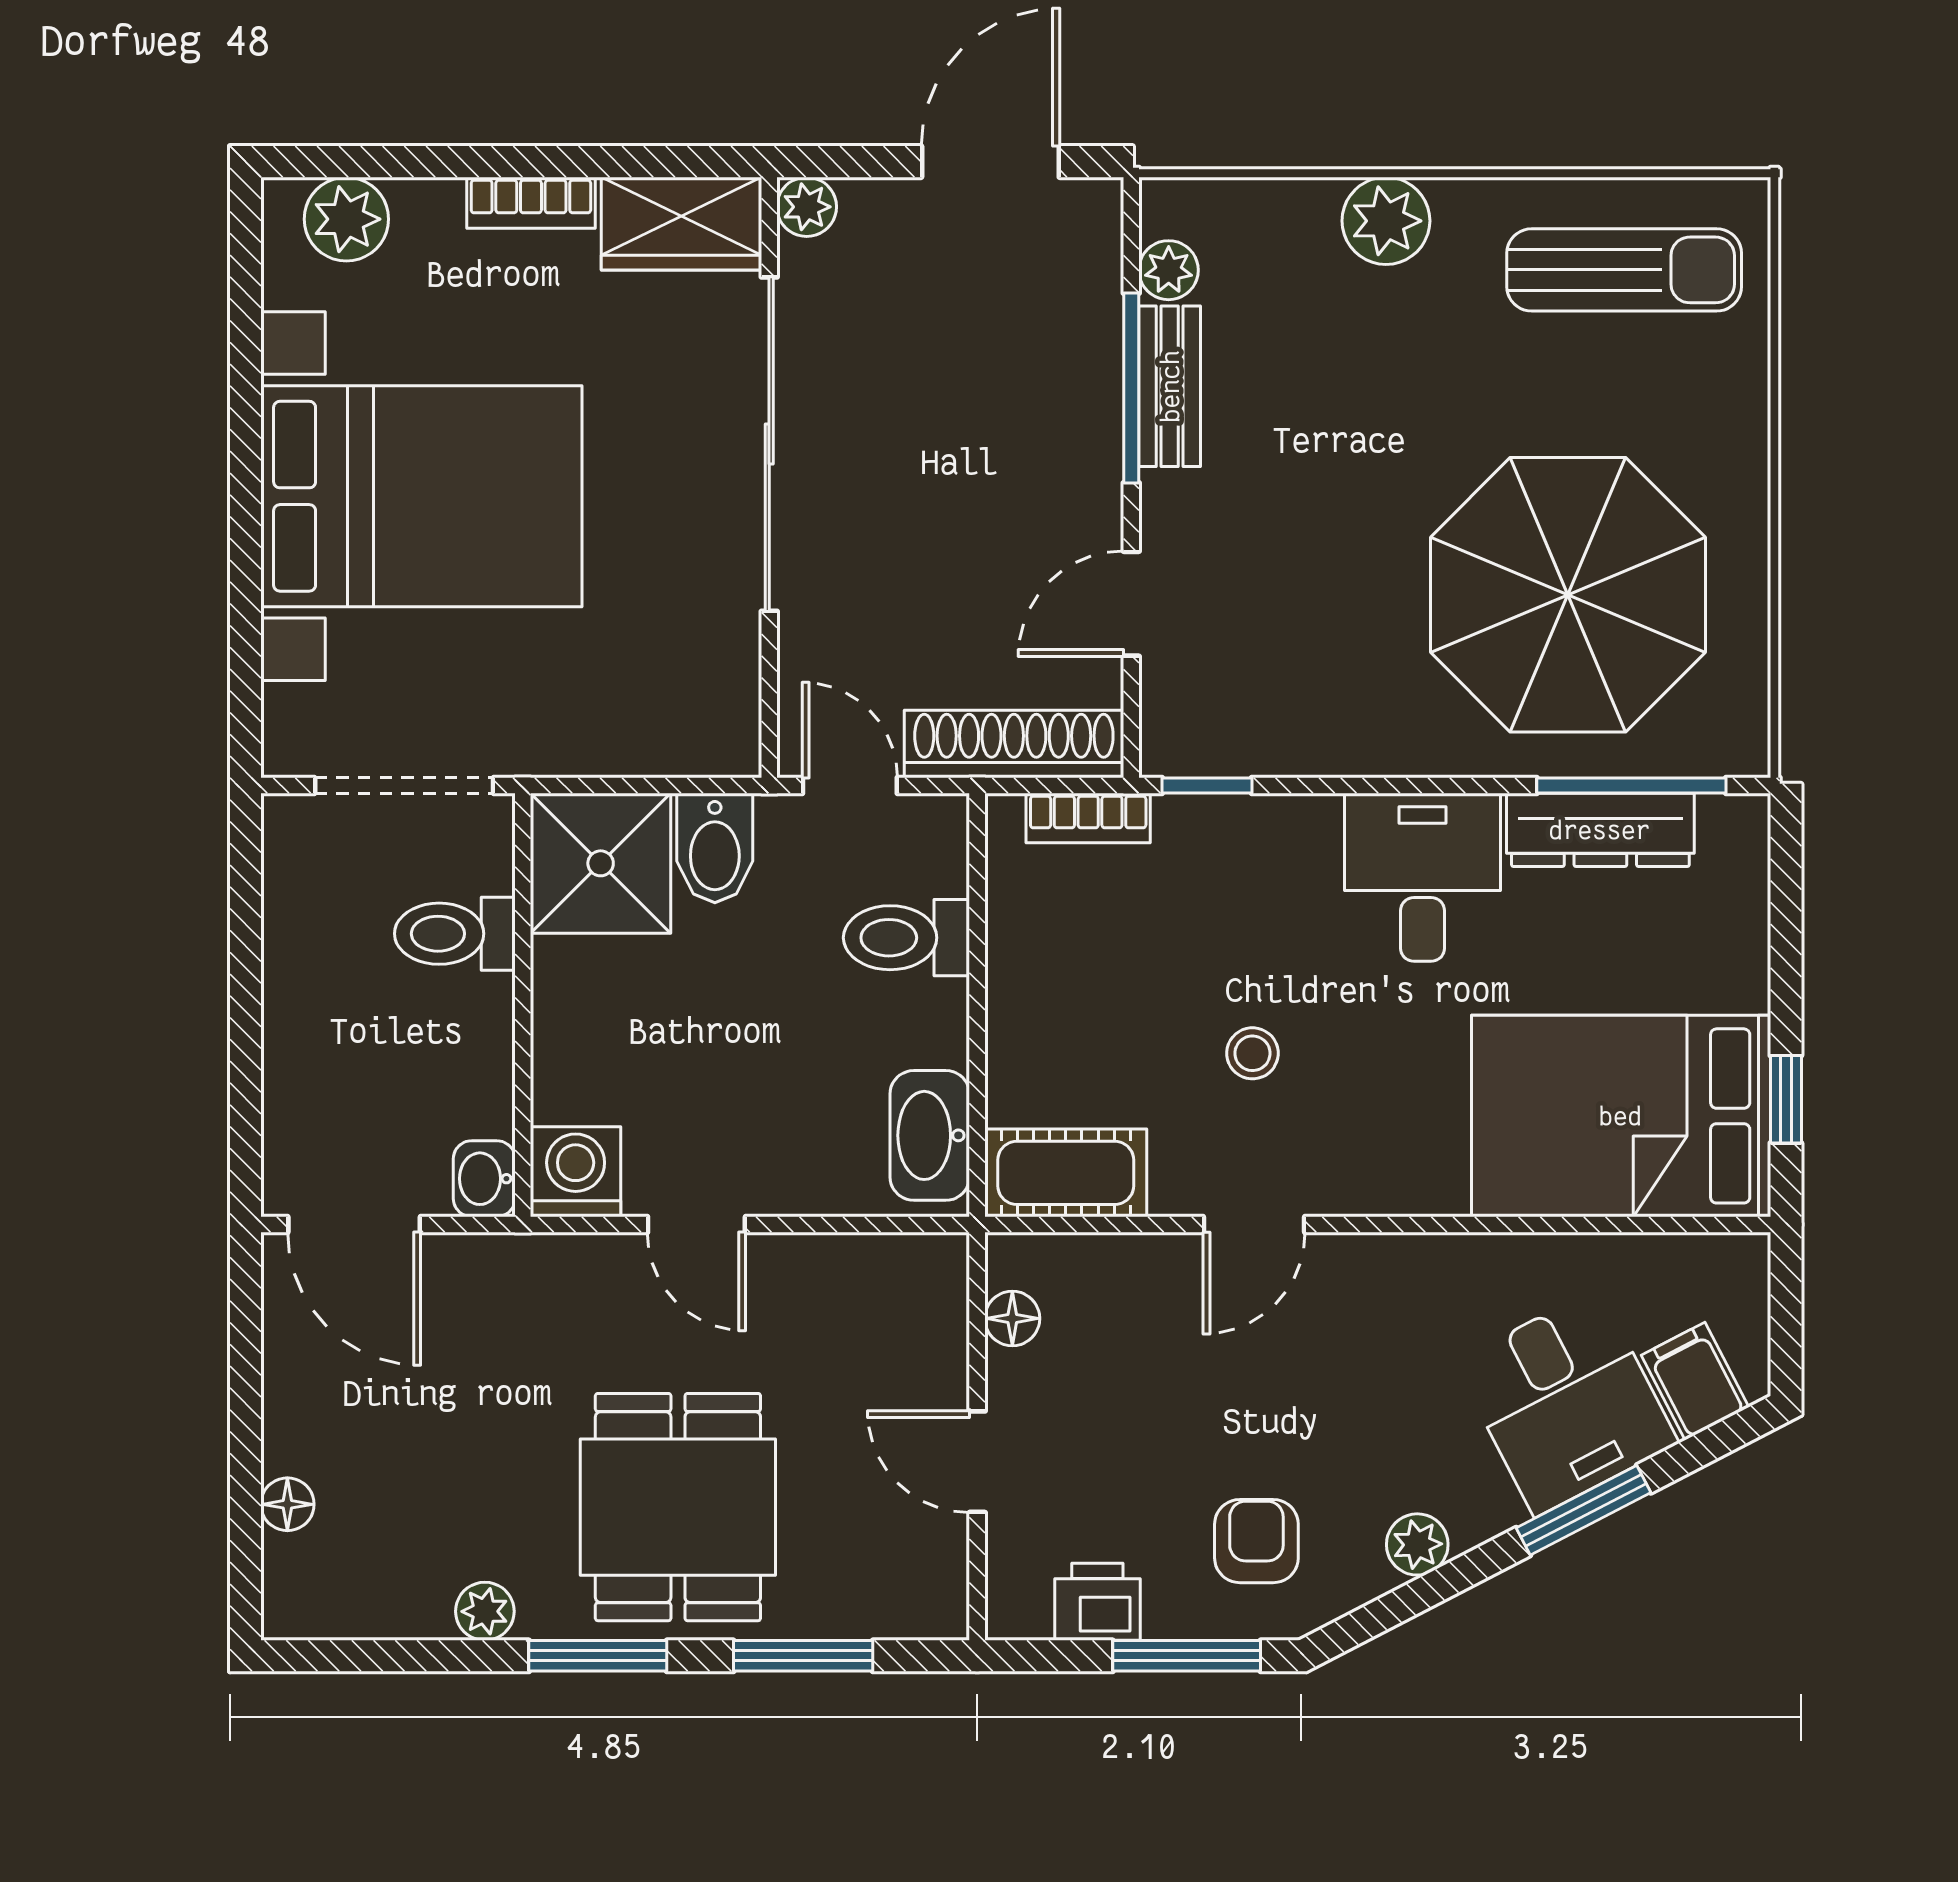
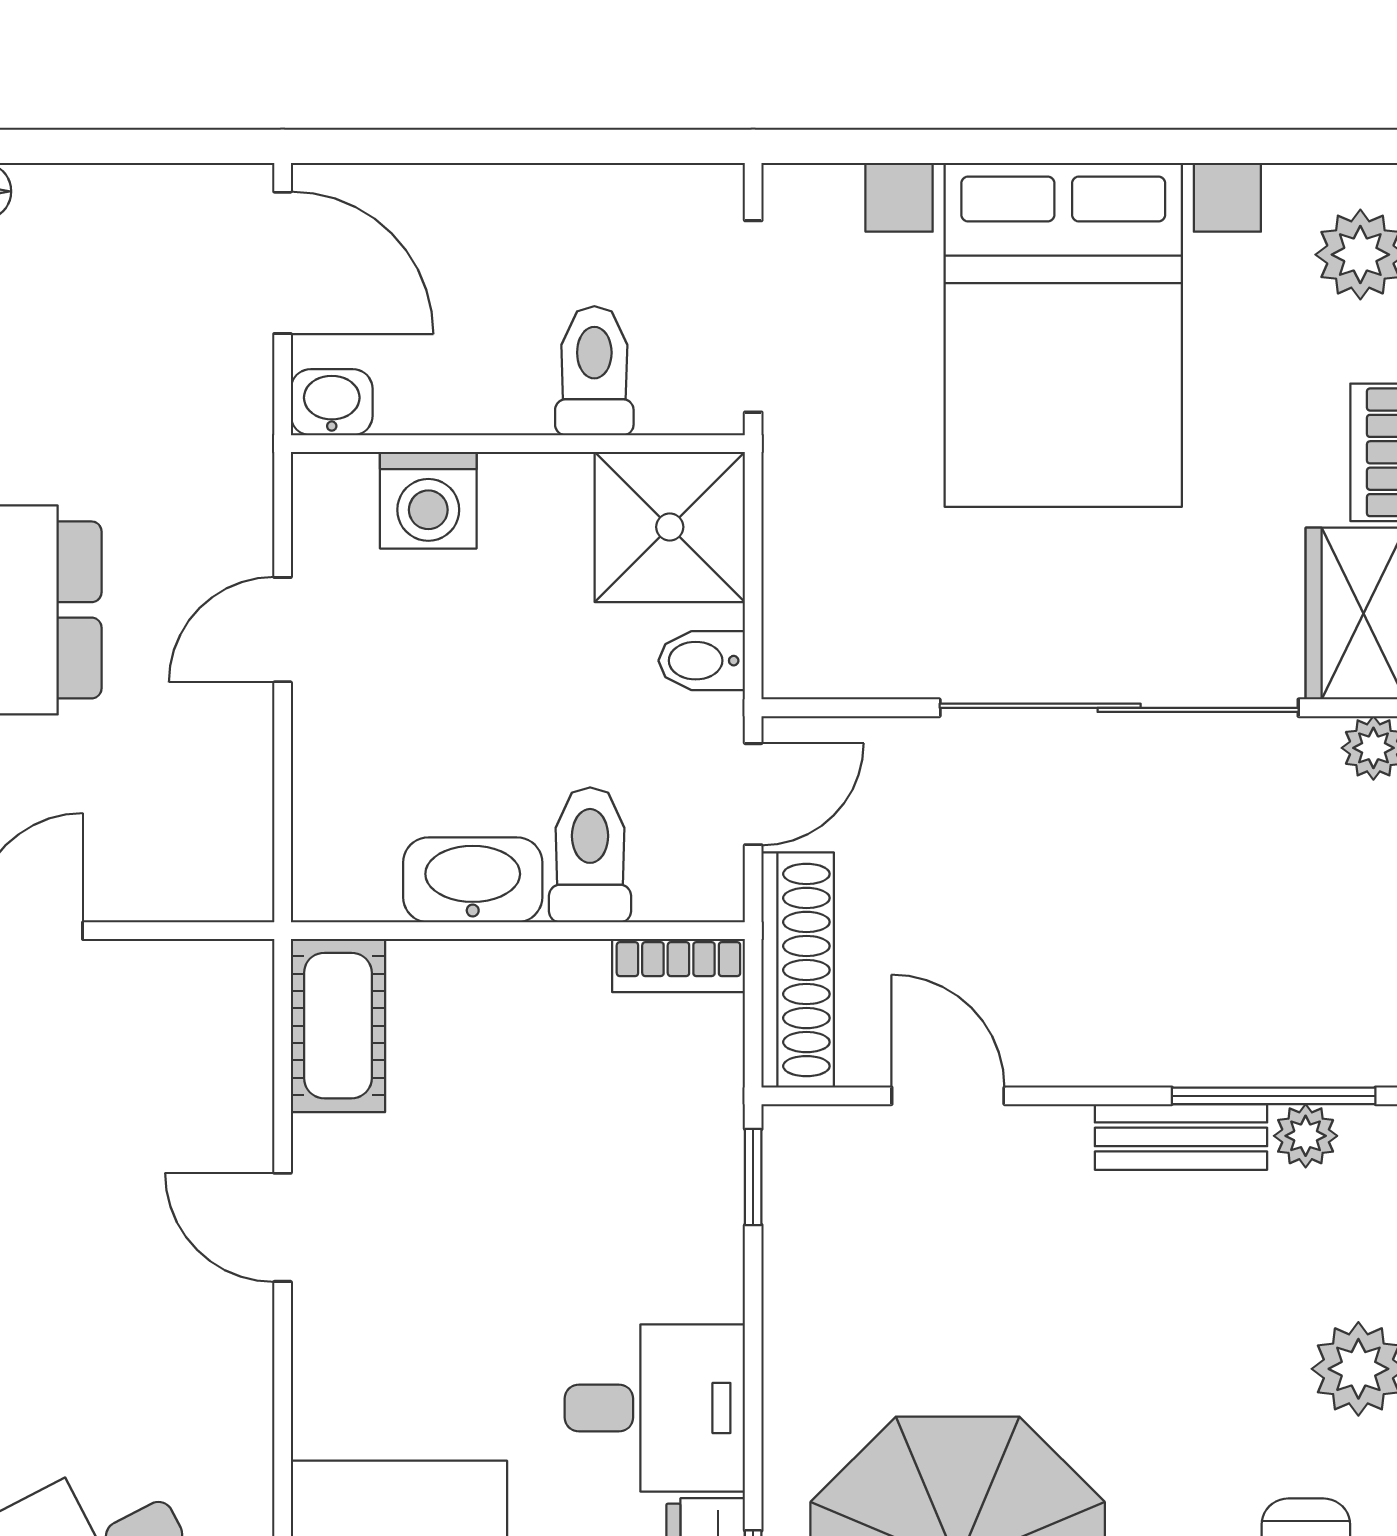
window: (1131, 388) -> (1274, 1096), moved
bookcase: (1088, 818) -> (678, 965), moved, turned -90
bidet: (715, 848) -> (702, 661), width x0.72, depth x0.74
stool: (1252, 1053) -> (466, 1226), removed
washbasin: (930, 1135) -> (473, 880), moved
washing machine: (576, 1172) -> (428, 500), moved, turned 90
door: (354, 1225) -> (283, 263), swing flipped
floor lamp: (1012, 1318) -> (182, 968), removed

